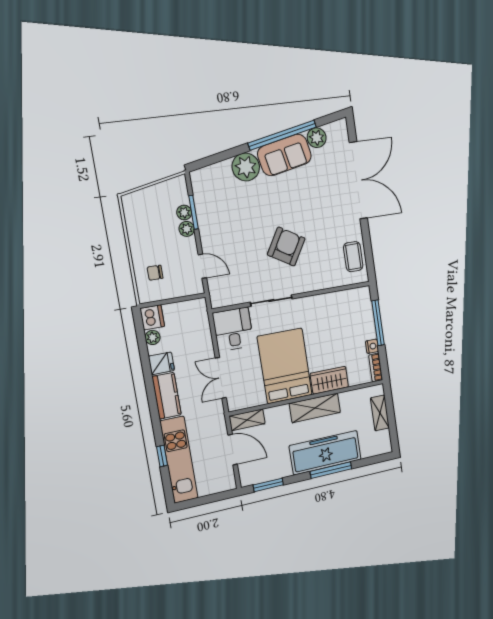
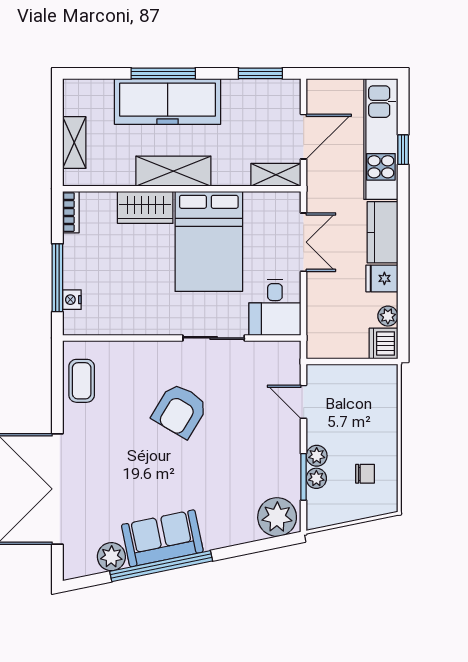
plant: (246, 167) -> (277, 517), moved
chair: (155, 273) -> (365, 474), moved
nightstand: (372, 346) -> (72, 300), moved
door: (233, 450) -> (304, 137), swing flipped

